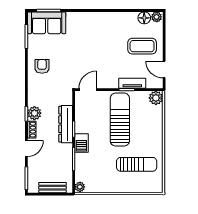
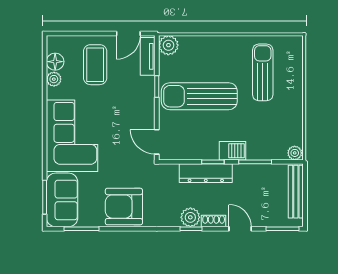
plant: (157, 17) -> (54, 79), moved
corner sofa: (92, 30) -> (72, 136), added
armchair: (42, 66) -> (124, 207), width x1.88, depth x1.88
tv unit: (132, 83) -> (148, 56), moved
bench: (53, 188) -> (296, 192), width x1.36

